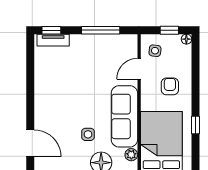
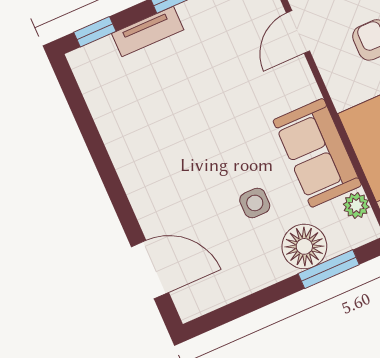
tv unit: (53, 40) -> (148, 32), moved
sofa: (124, 116) -> (317, 153), width x0.73

